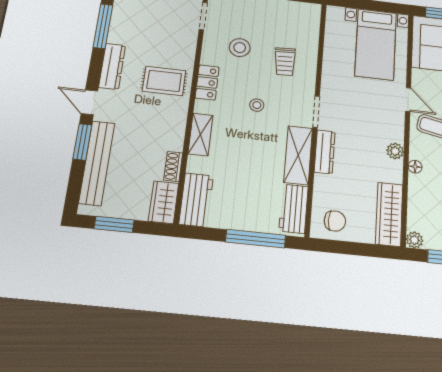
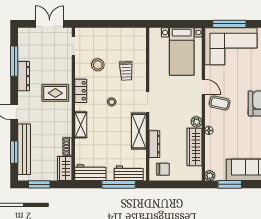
dresser: (112, 66) -> (24, 76), moved
window: (82, 142) -> (14, 152), moved
dresser: (325, 152) -> (154, 144), moved
workbench: (196, 200) -> (90, 173), moved, turned -90
workbench: (294, 209) -> (129, 173), moved, turned 90
wardrobe: (389, 214) -> (195, 147), moved

